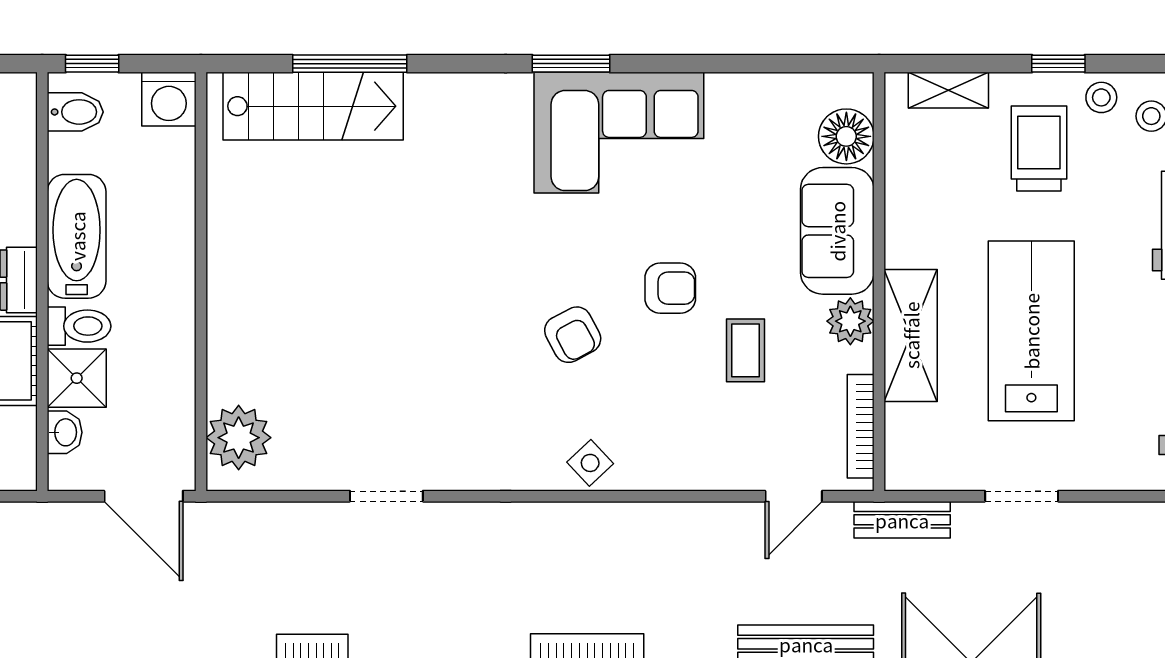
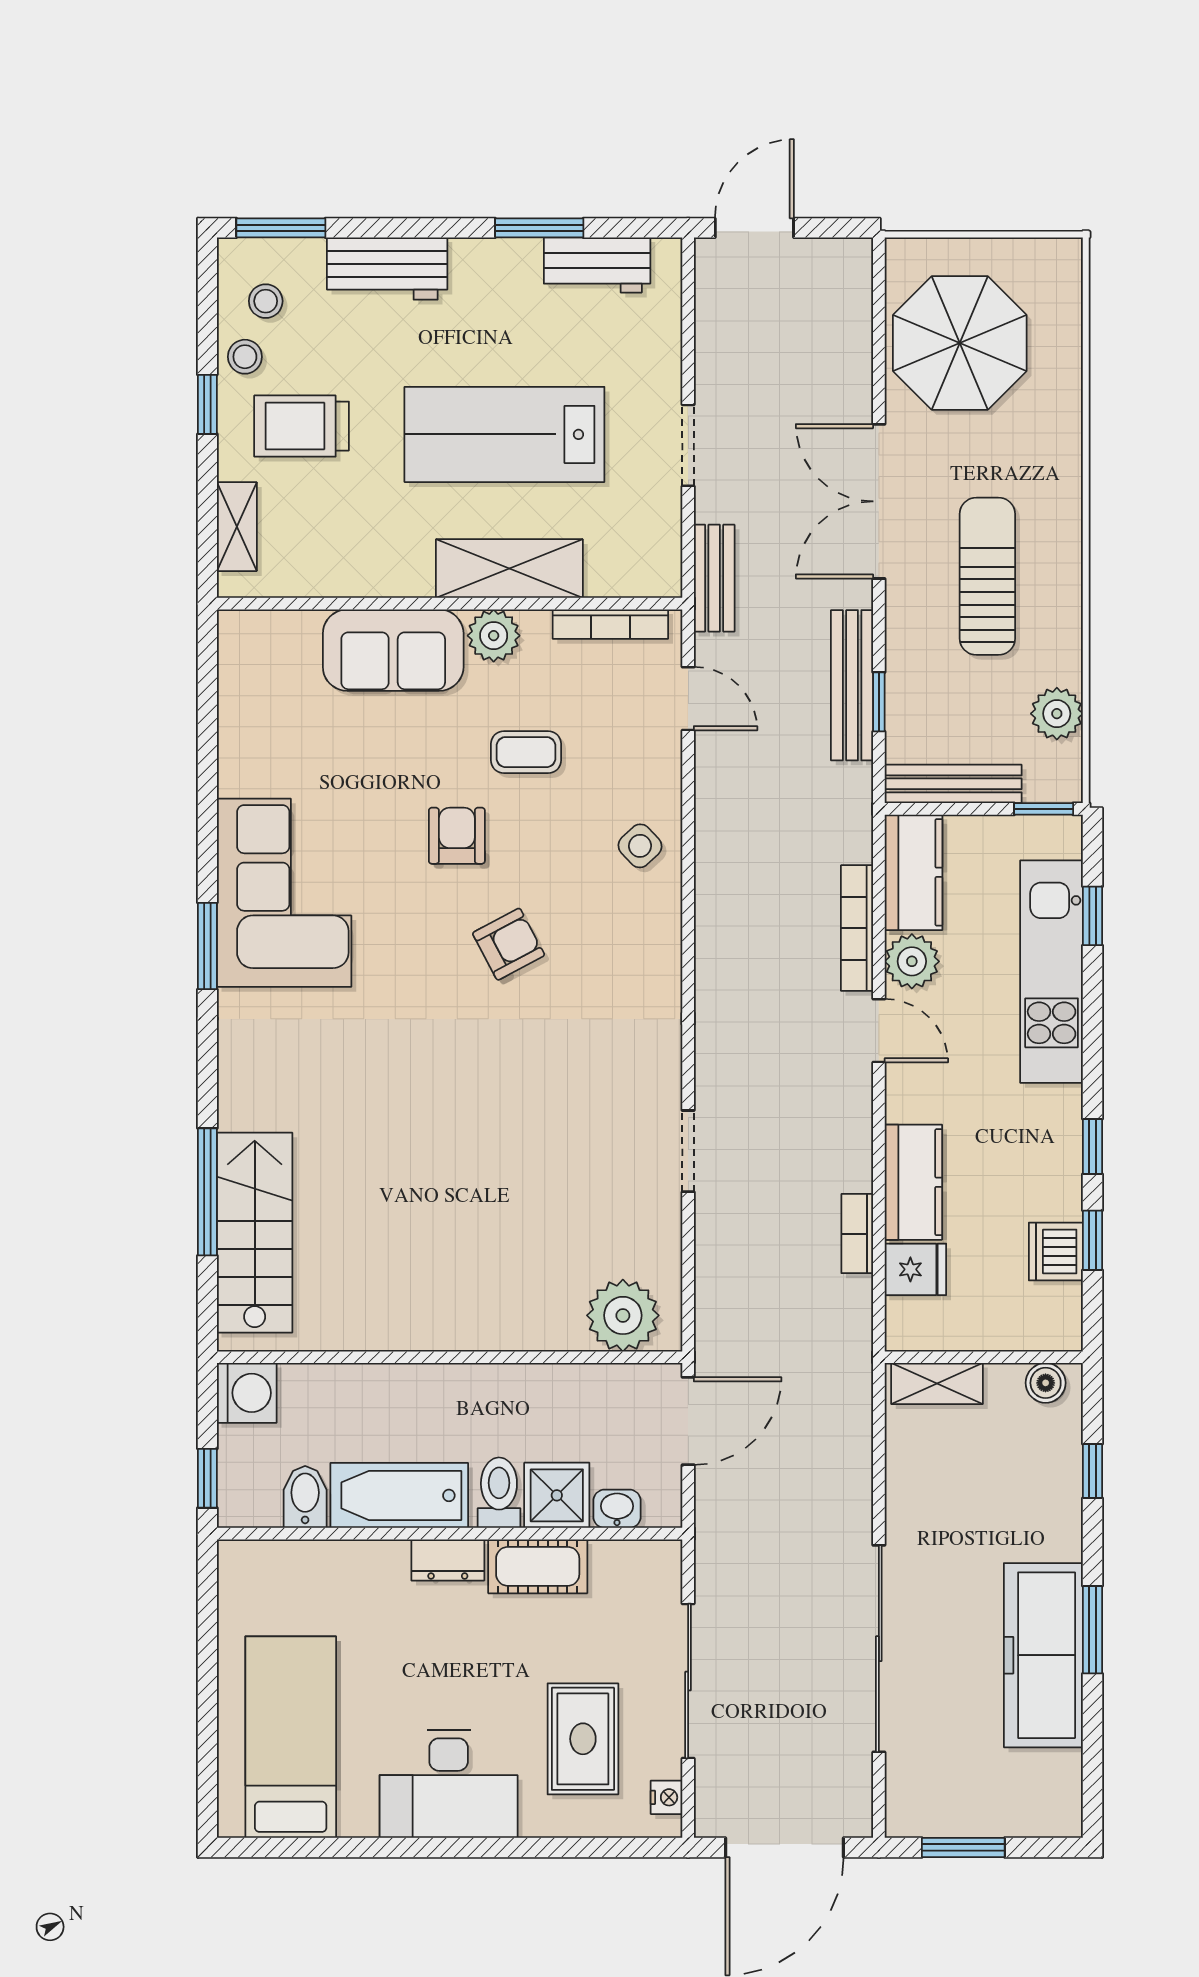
bidet: (75, 112) -> (305, 1497), moved
floor lamp: (846, 136) -> (288, 640), removed
side table: (590, 463) -> (640, 846), moved

